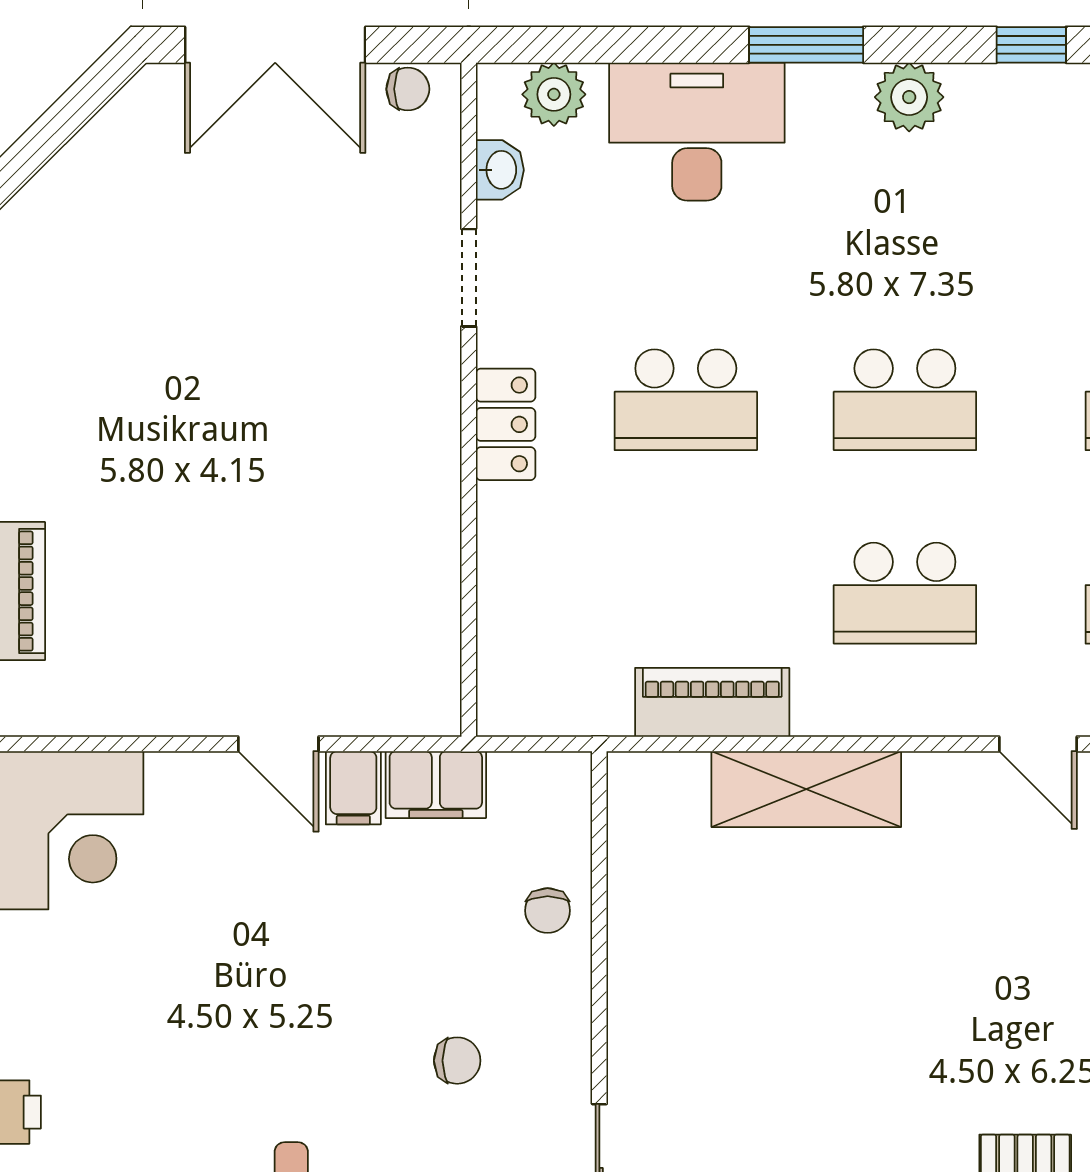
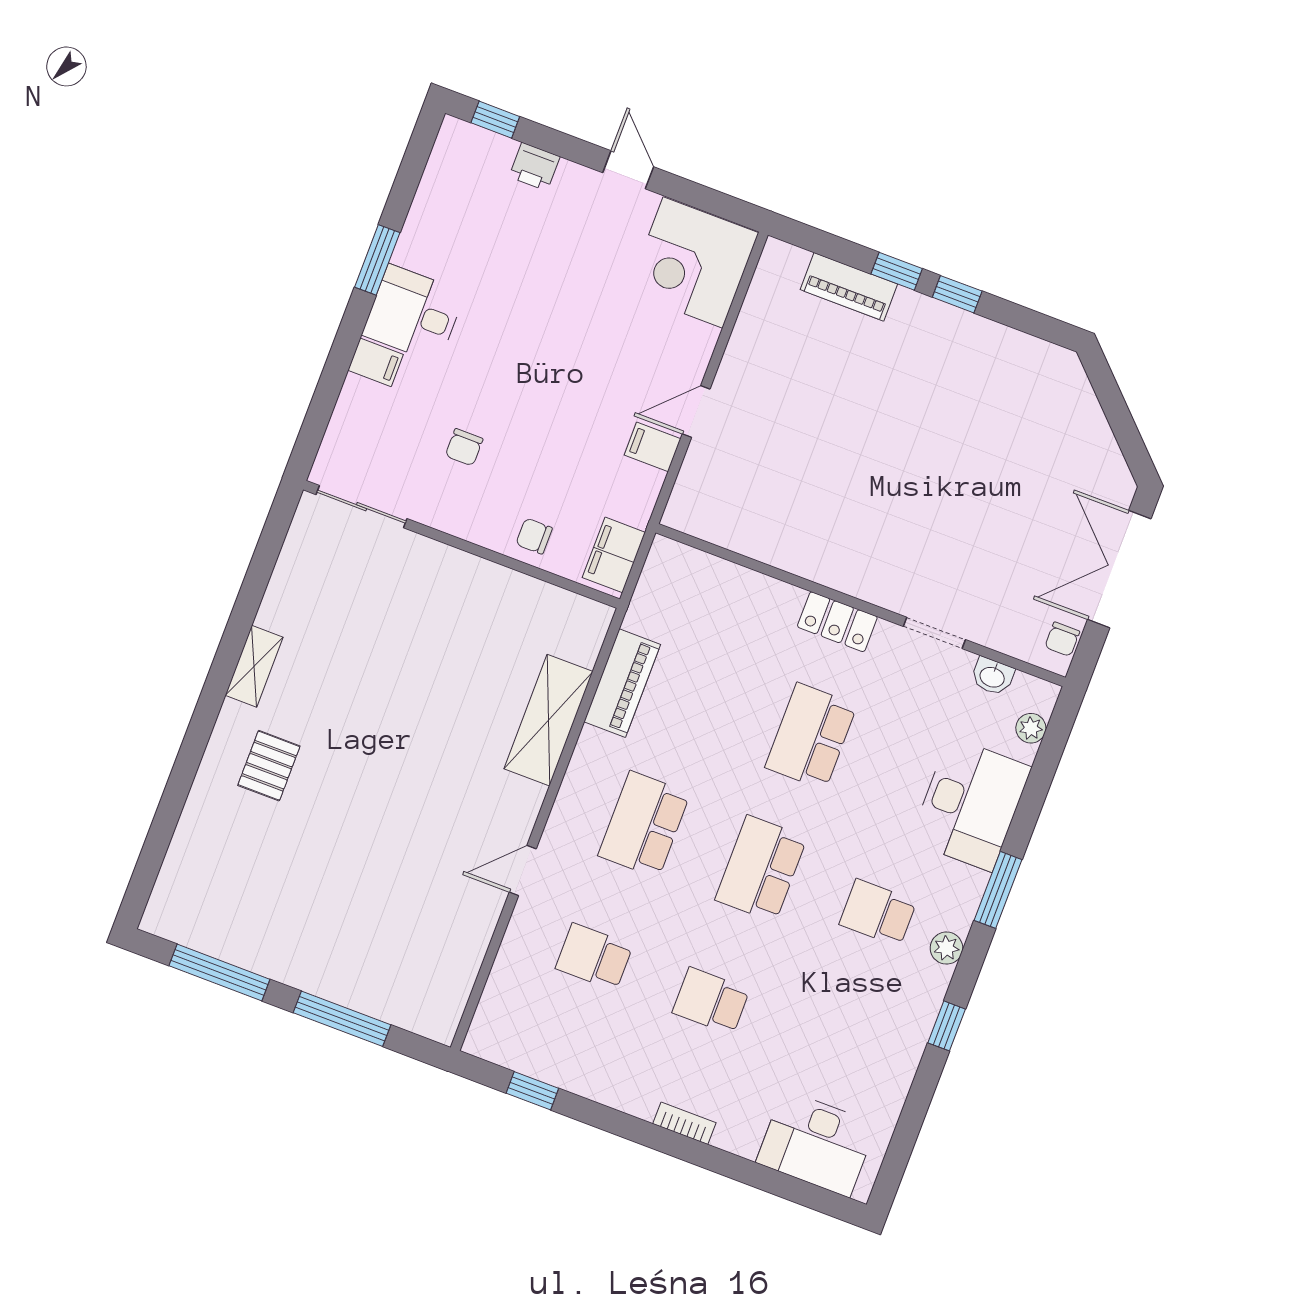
plant: (554, 94) -> (1031, 728), width x0.73, depth x0.73
plant: (909, 97) -> (946, 948), width x0.73, depth x0.73
school desk: (905, 206) -> (878, 913), added
filing cabinet: (436, 785) -> (614, 555), moved

